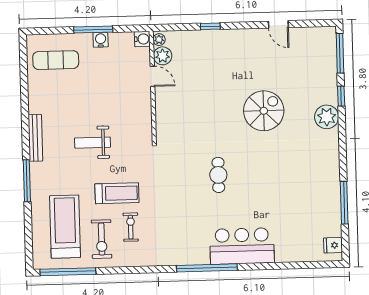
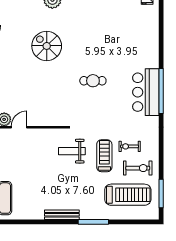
weight bench: (93, 143) -> (72, 151), moved, turned 90
treadmill: (65, 227) -> (128, 195), turned 180
bar counter: (242, 246) -> (146, 92), moved
window: (68, 272) -> (161, 194), width x0.68

